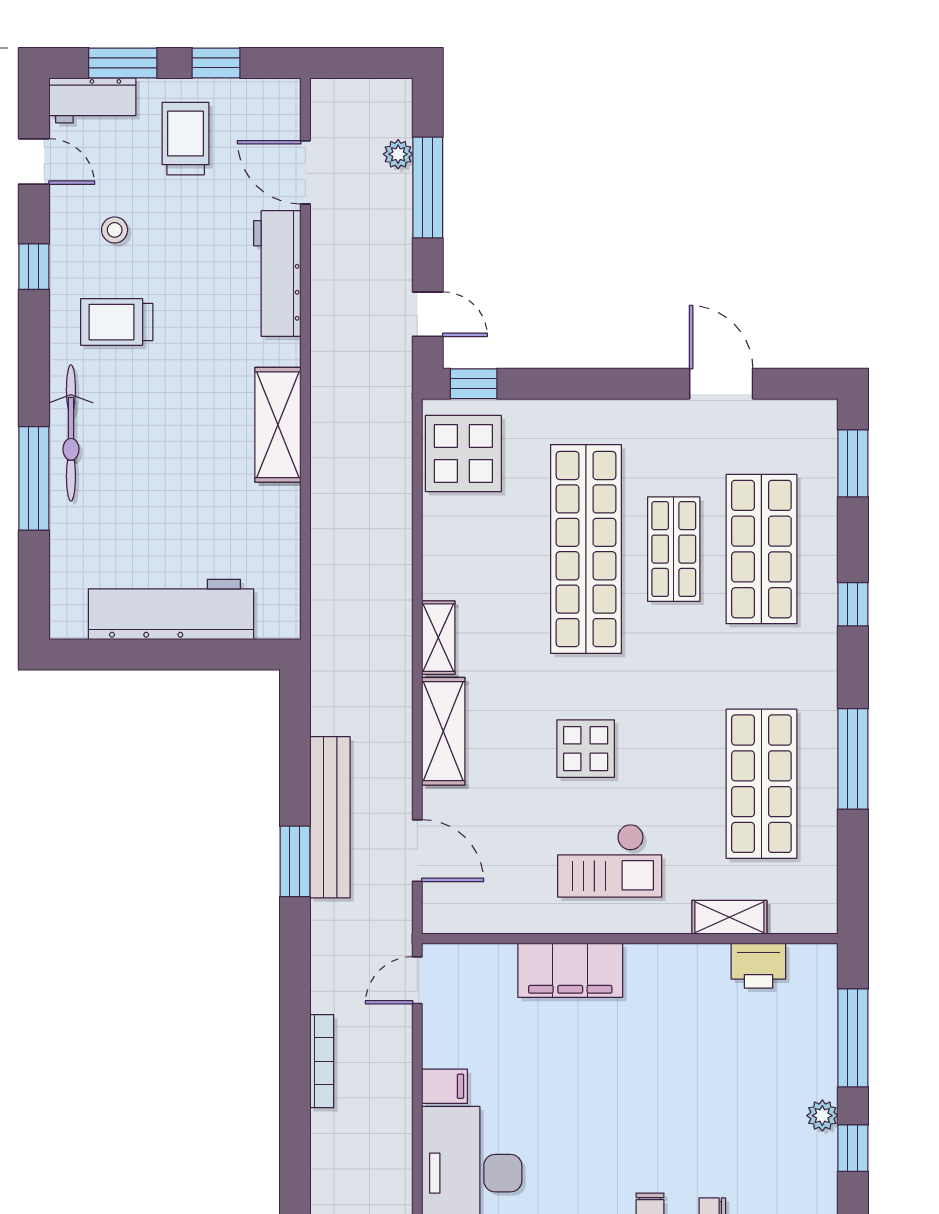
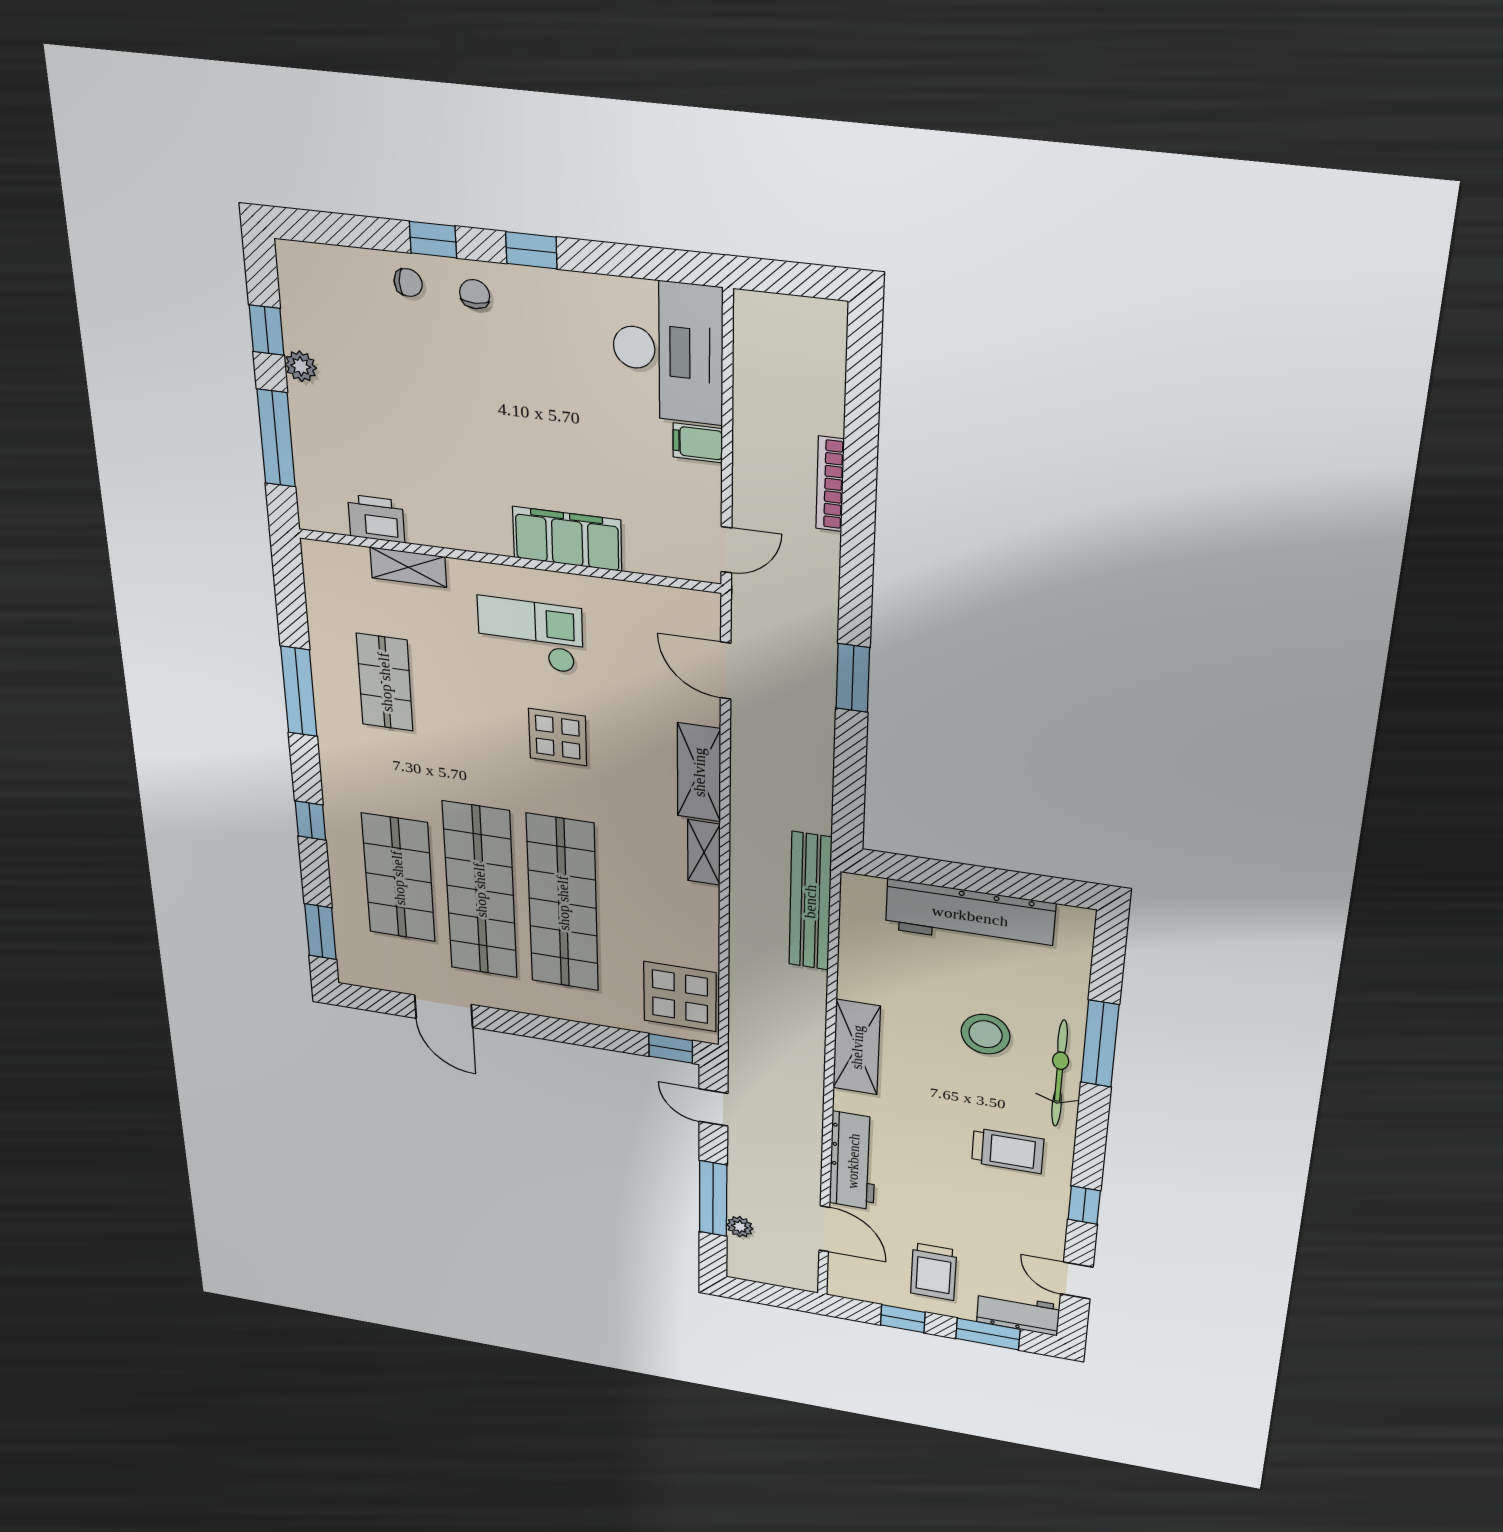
stool: (115, 230) -> (986, 1034), moved, width x1.89, depth x1.89
shop shelf: (674, 549) -> (480, 890), width x2.00, depth x1.36
shop shelf: (761, 784) -> (385, 682), width x0.70, depth x0.74
bench: (330, 817) -> (810, 901), moved

